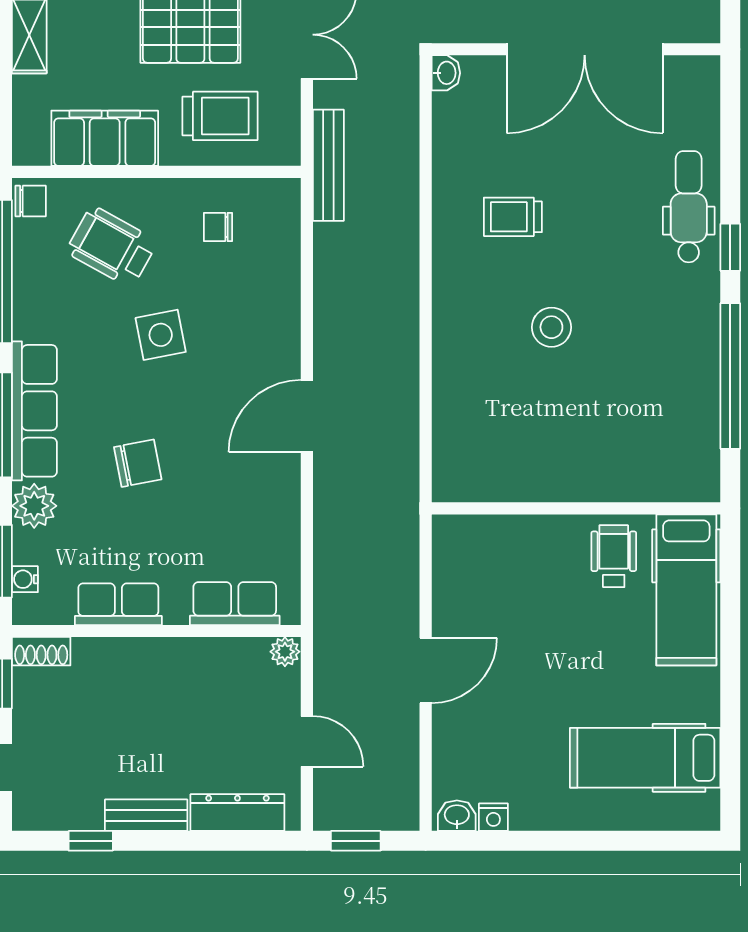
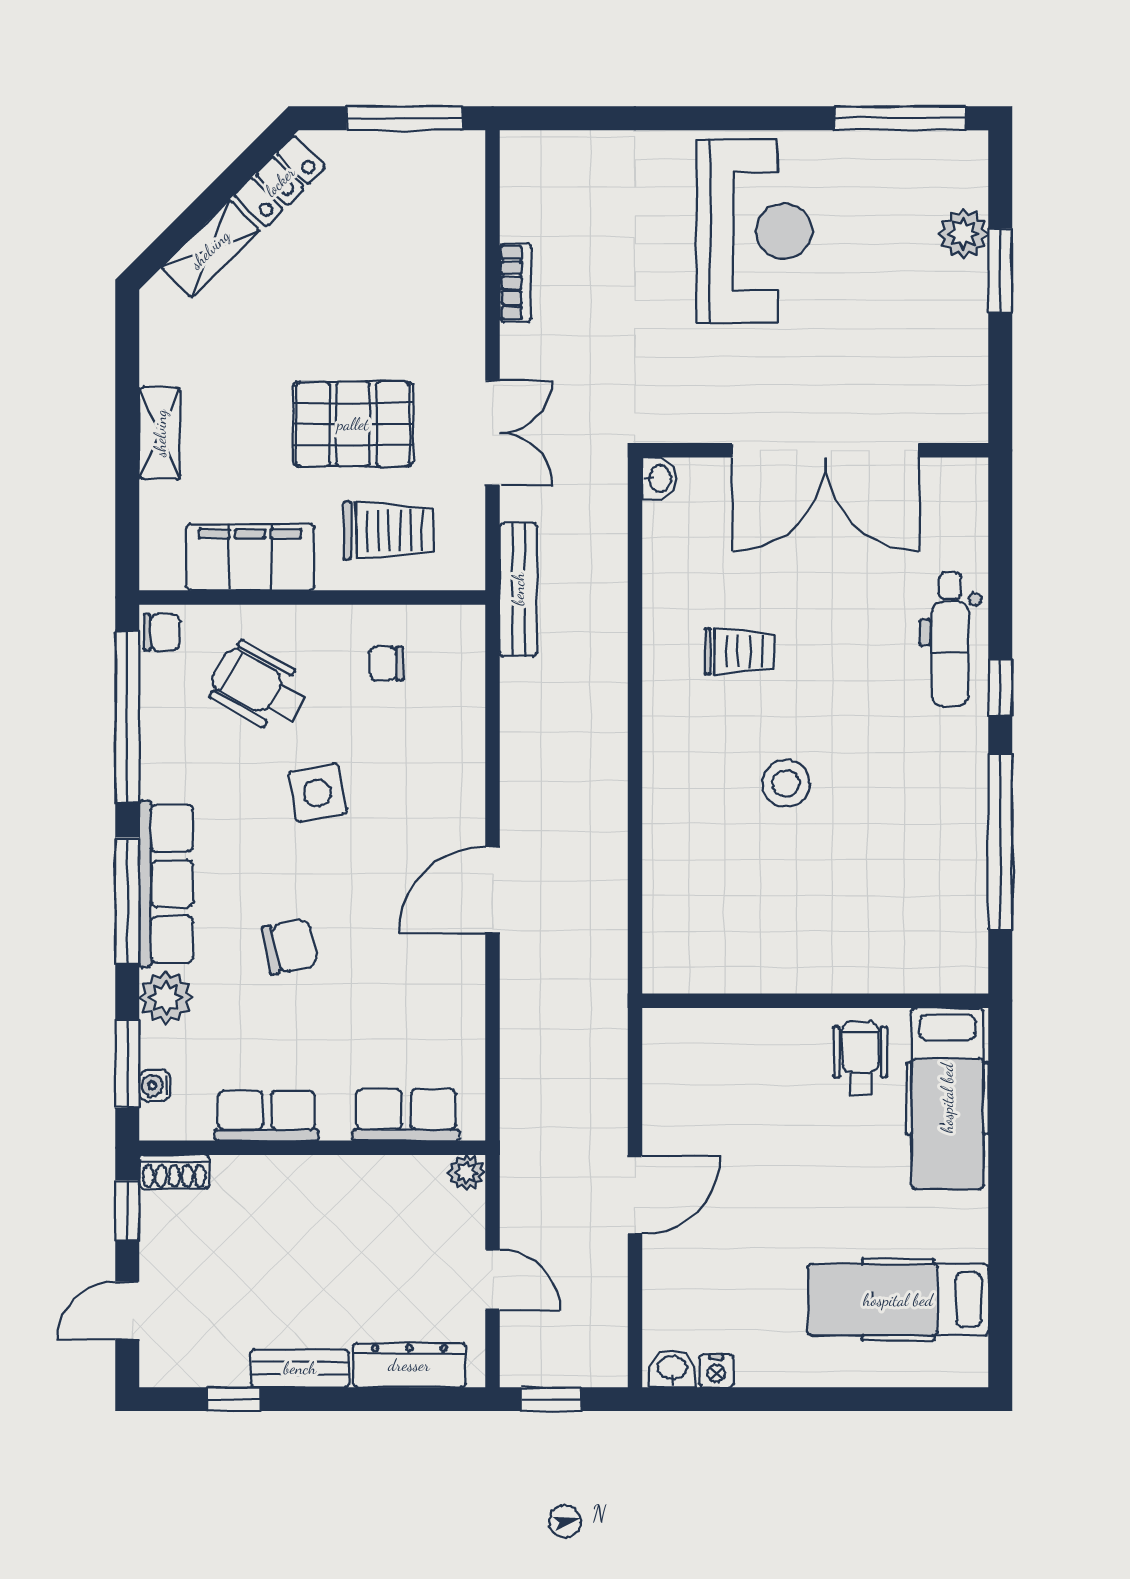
dental chair: (689, 207) -> (950, 639), turned 180
trolley: (513, 217) -> (740, 651), turned 180

